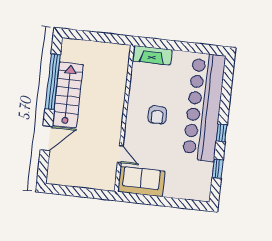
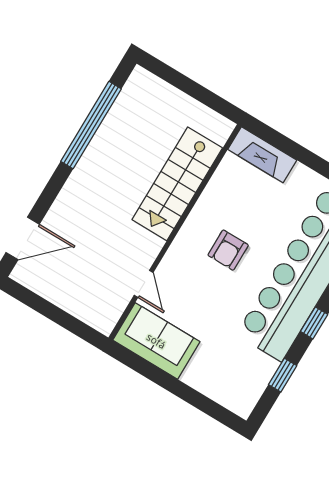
stairs: (68, 95) -> (177, 184), moved, turned 180
door: (46, 138) -> (23, 238), moved

